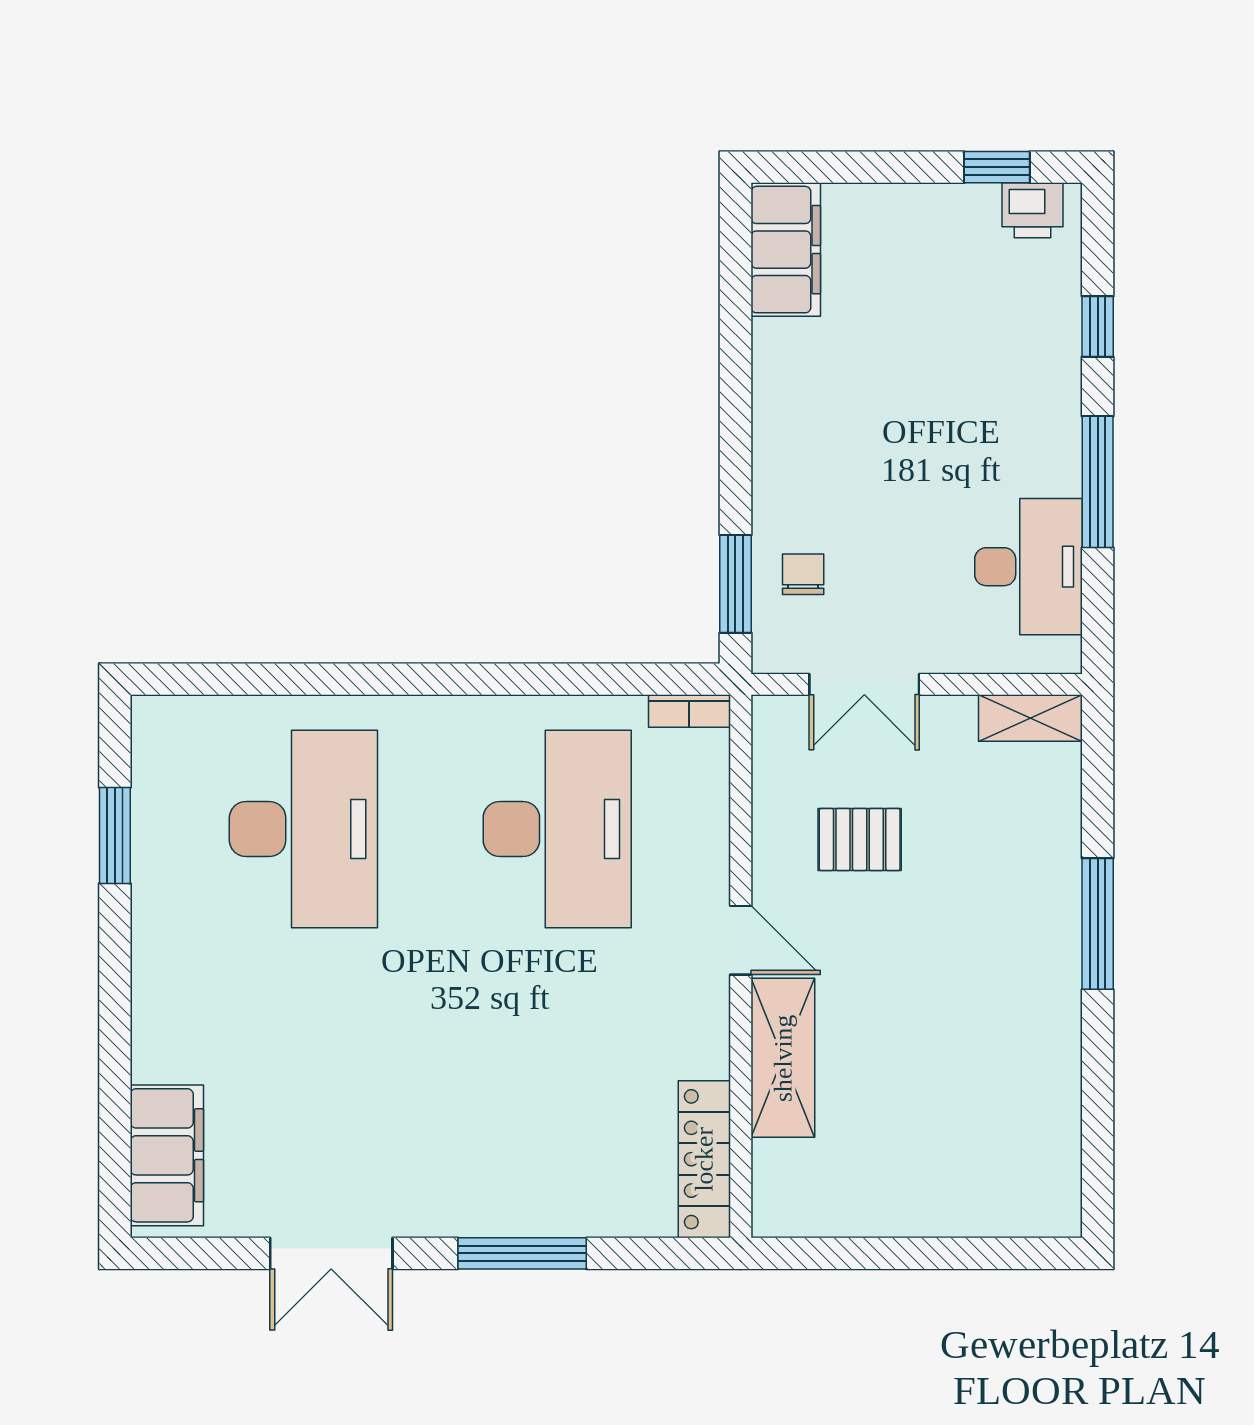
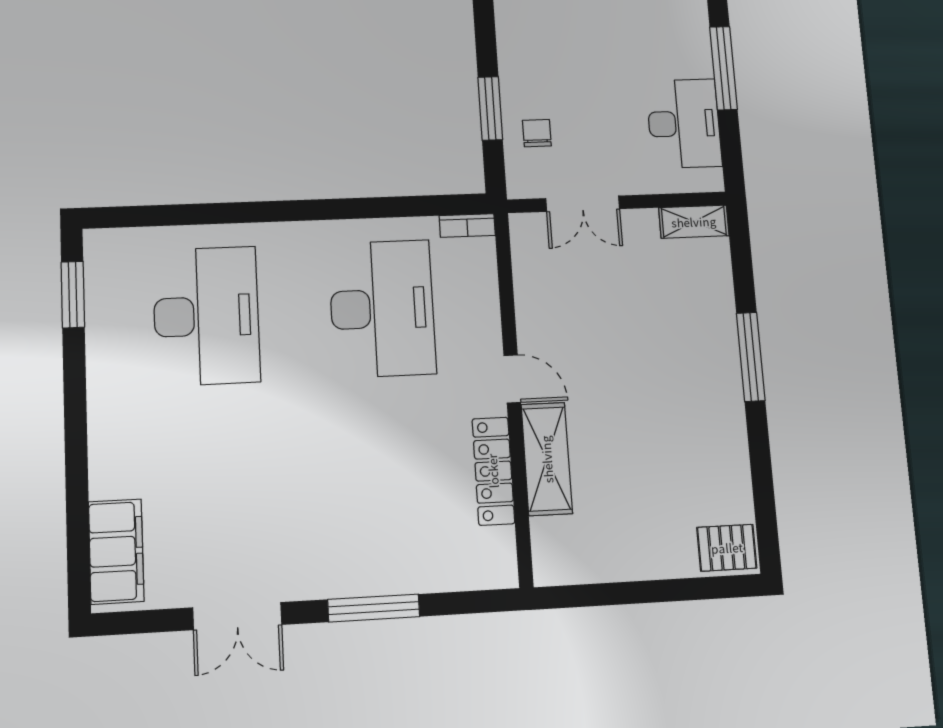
window: (735, 584) -> (490, 108), moved
window: (115, 836) -> (73, 295), moved
pallet: (860, 839) -> (727, 548), moved
locker: (704, 1159) -> (493, 471), moved

